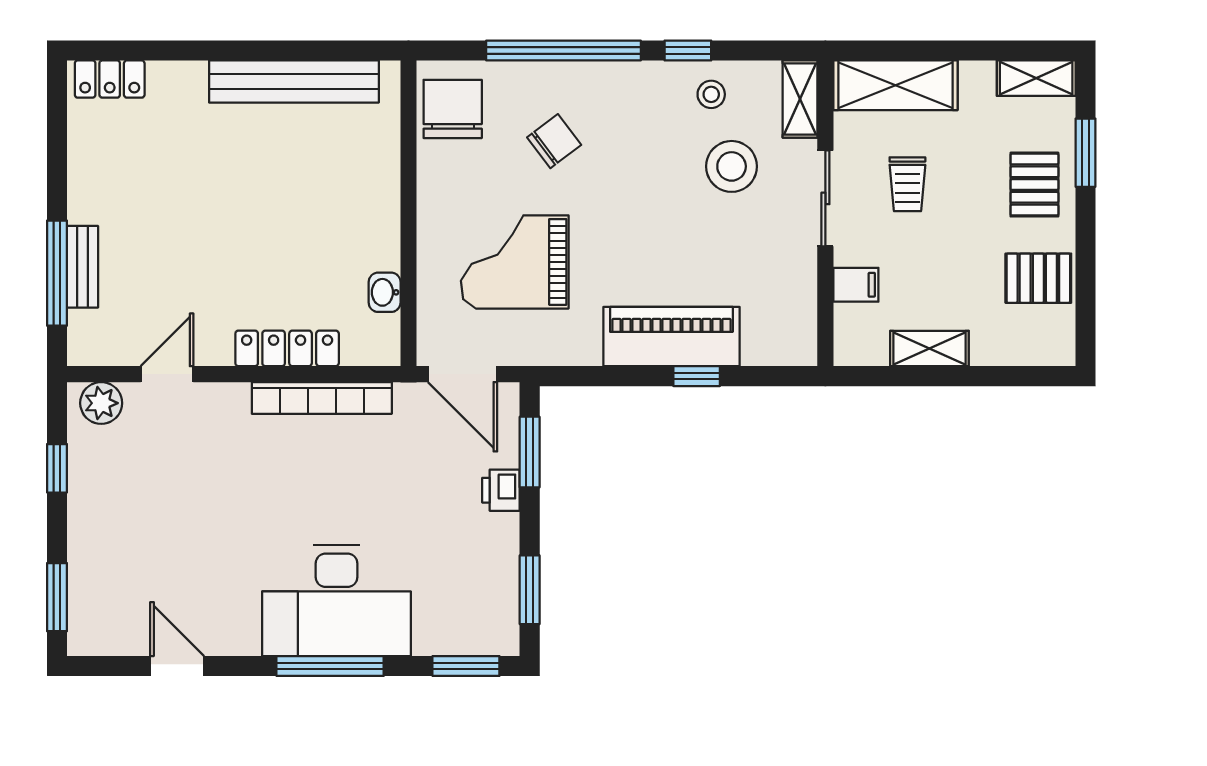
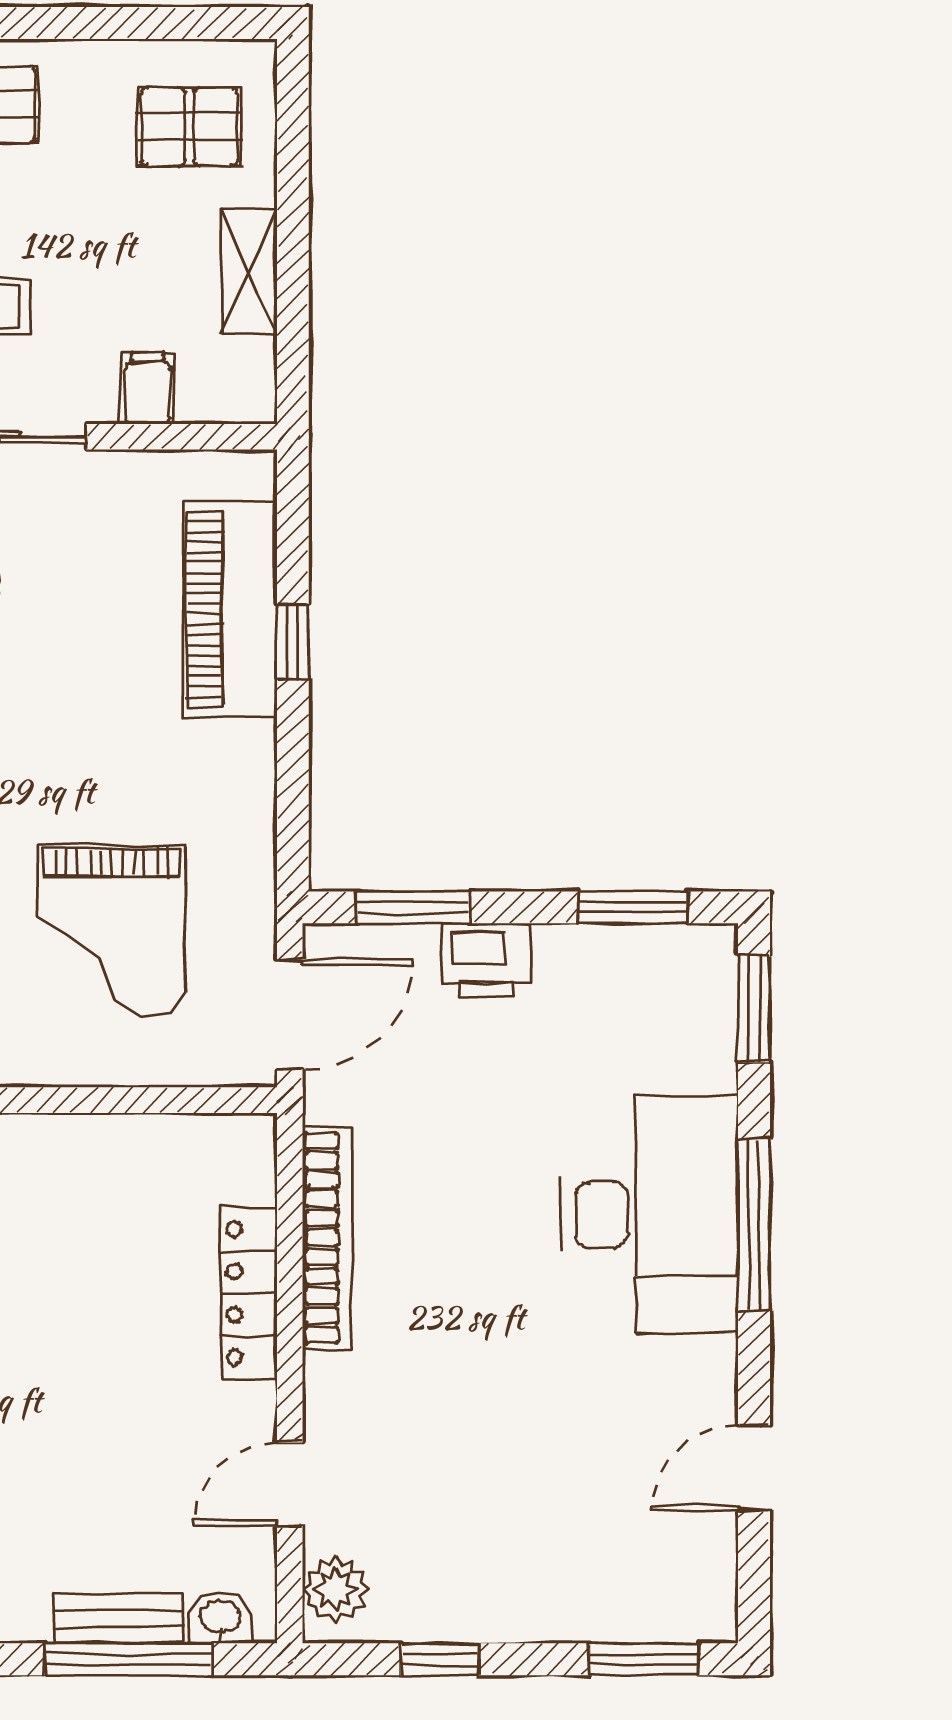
pallet: (1038, 278) -> (189, 127), moved, turned 90
washbasin: (385, 292) -> (220, 1618), moved, turned 180
piano: (671, 337) -> (230, 609), moved
door: (167, 374) -> (290, 1484), hinge flipped
printer: (501, 490) -> (486, 960), width x1.36, depth x1.24

